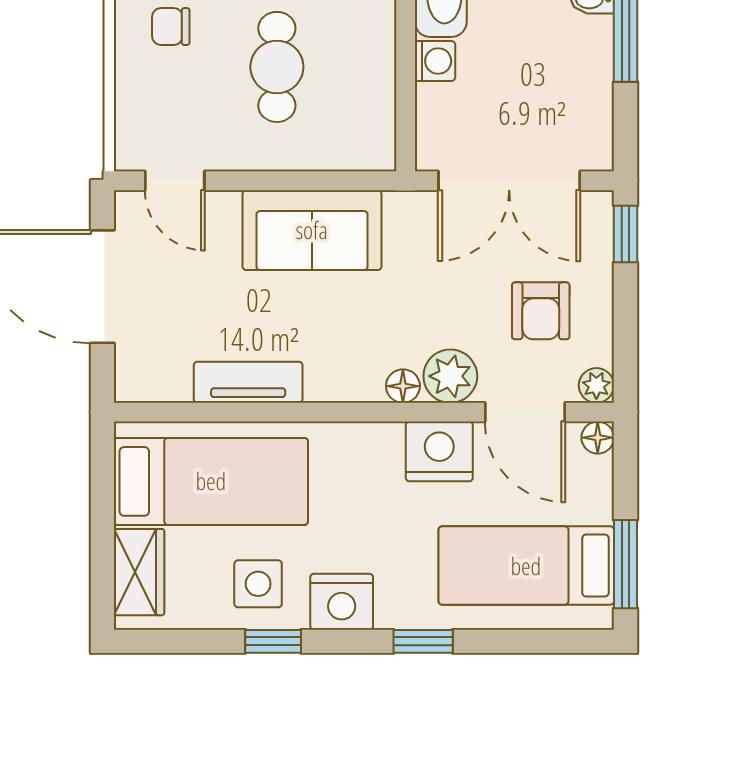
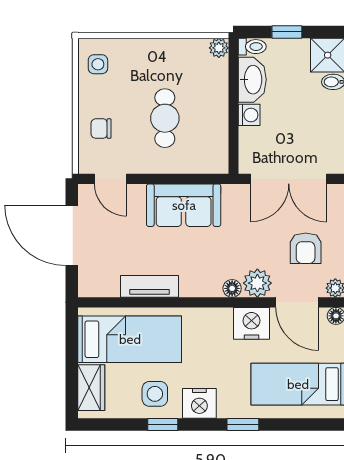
chair: (171, 27) -> (101, 129), moved

